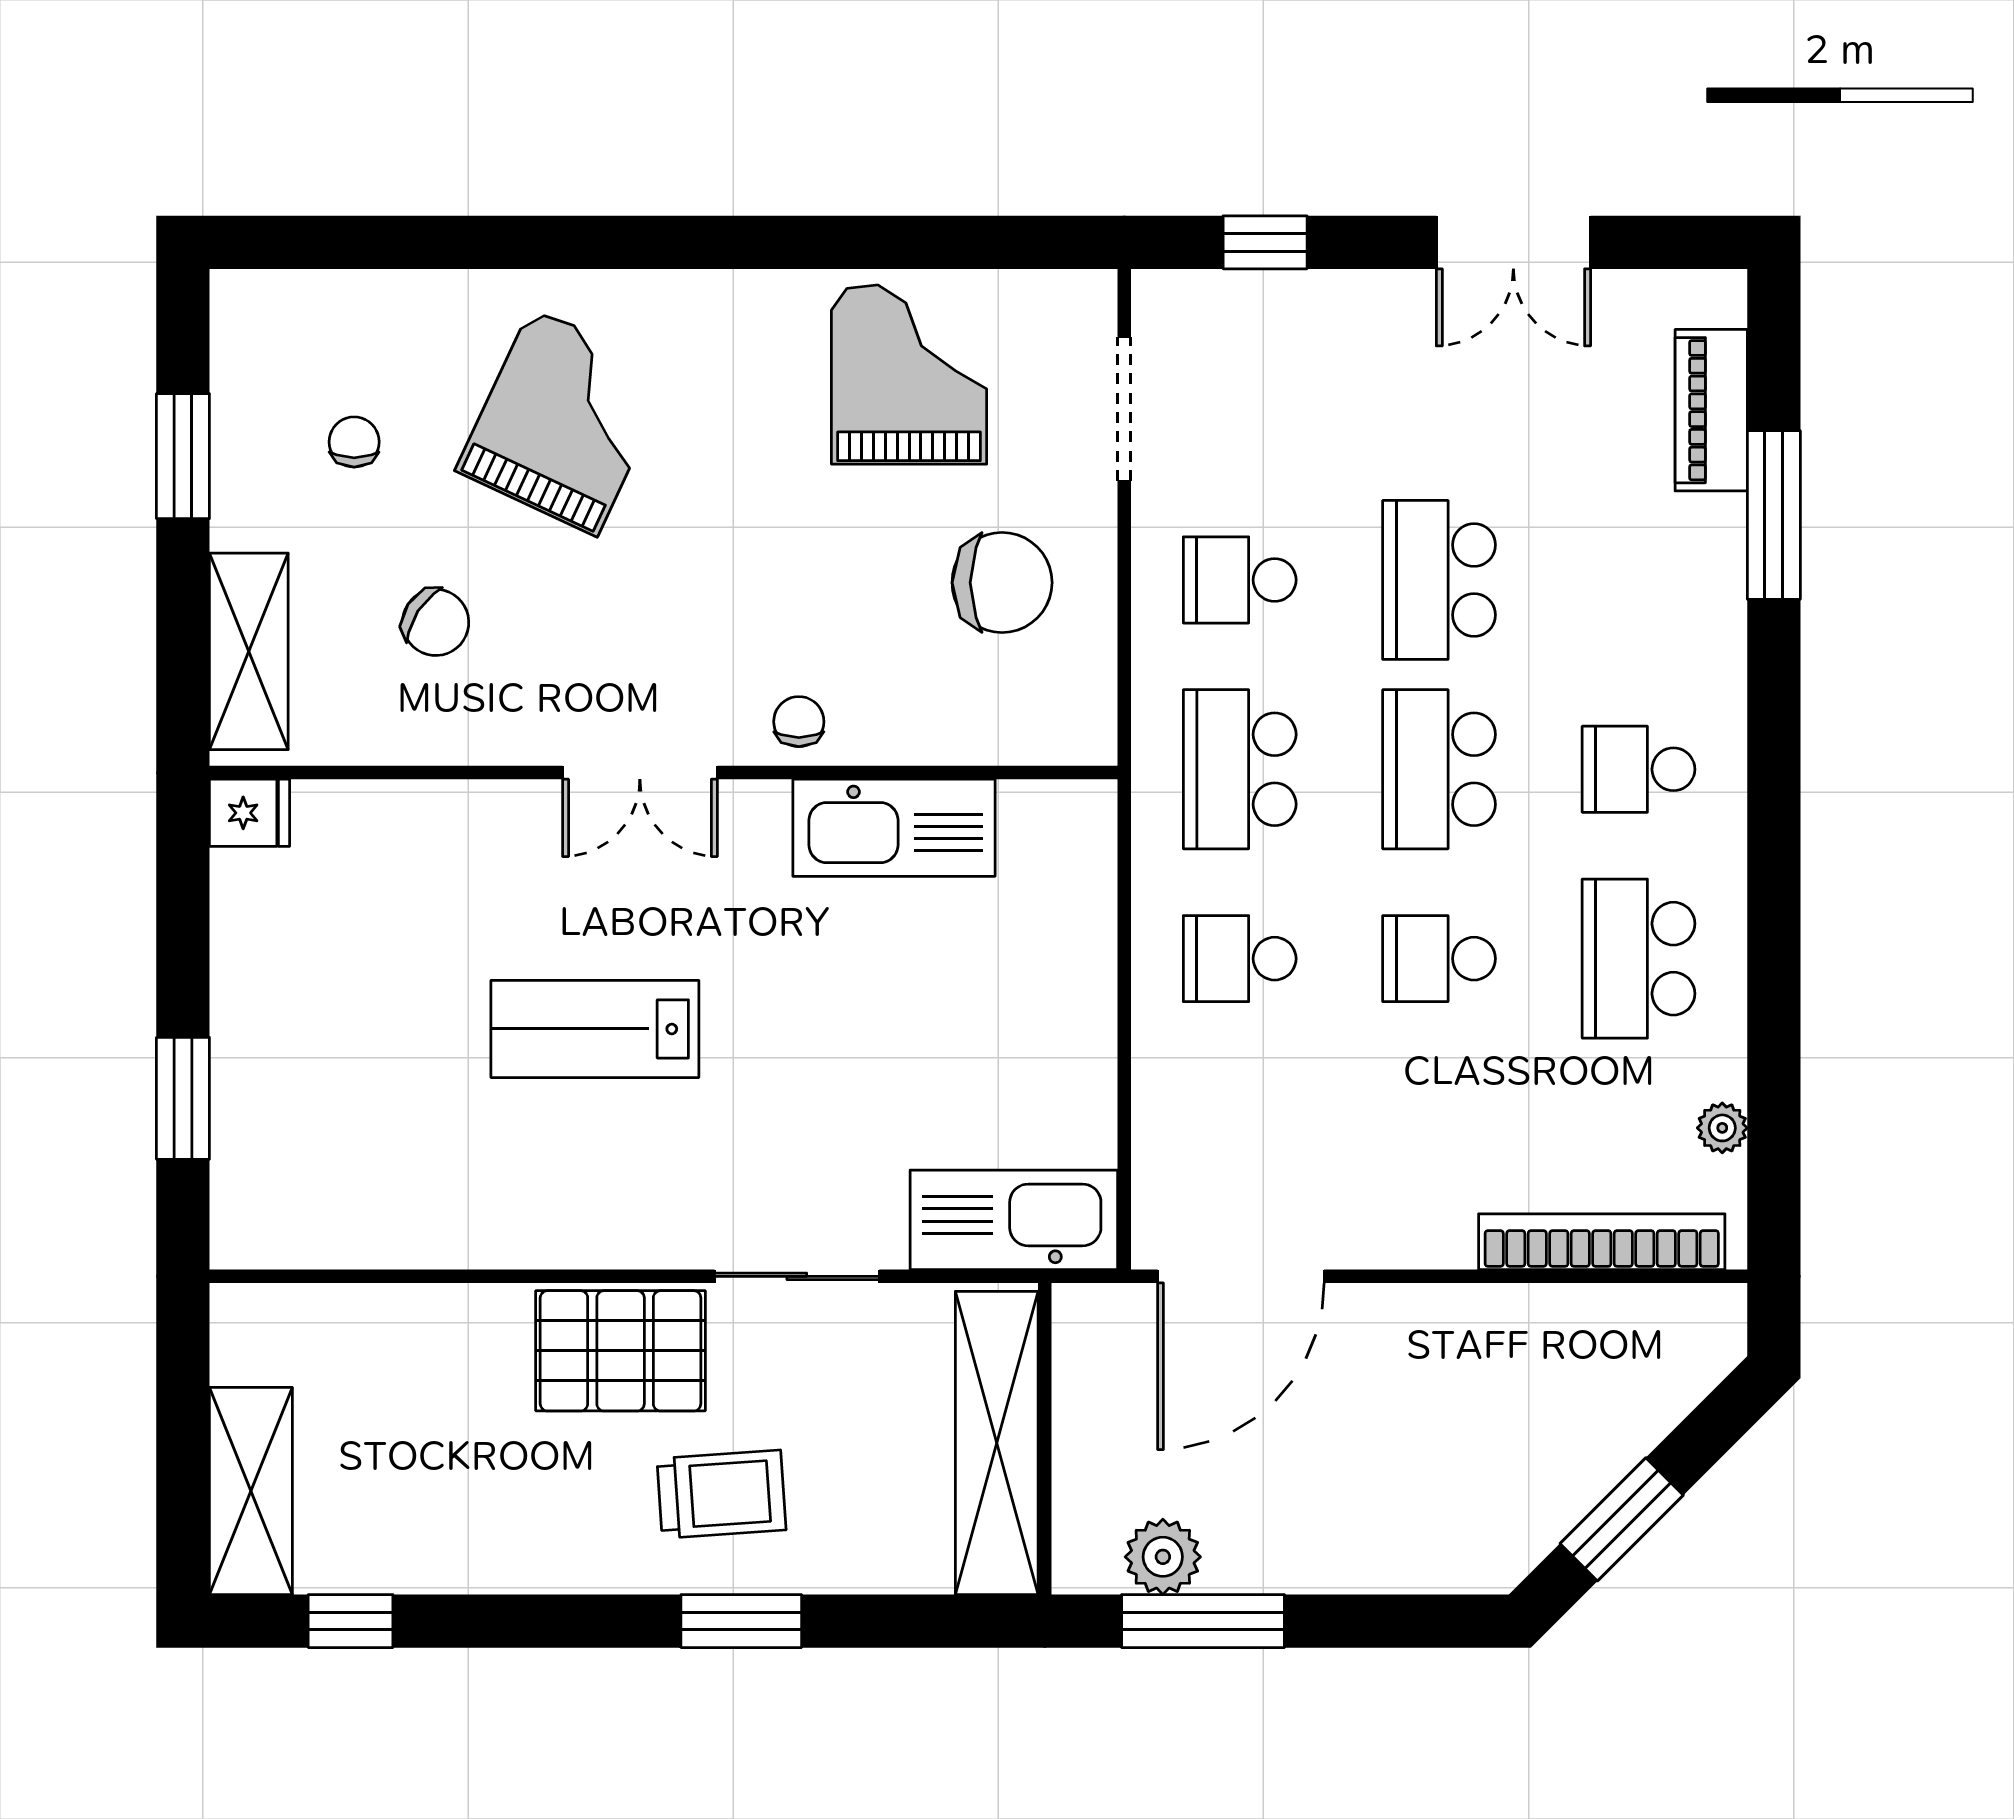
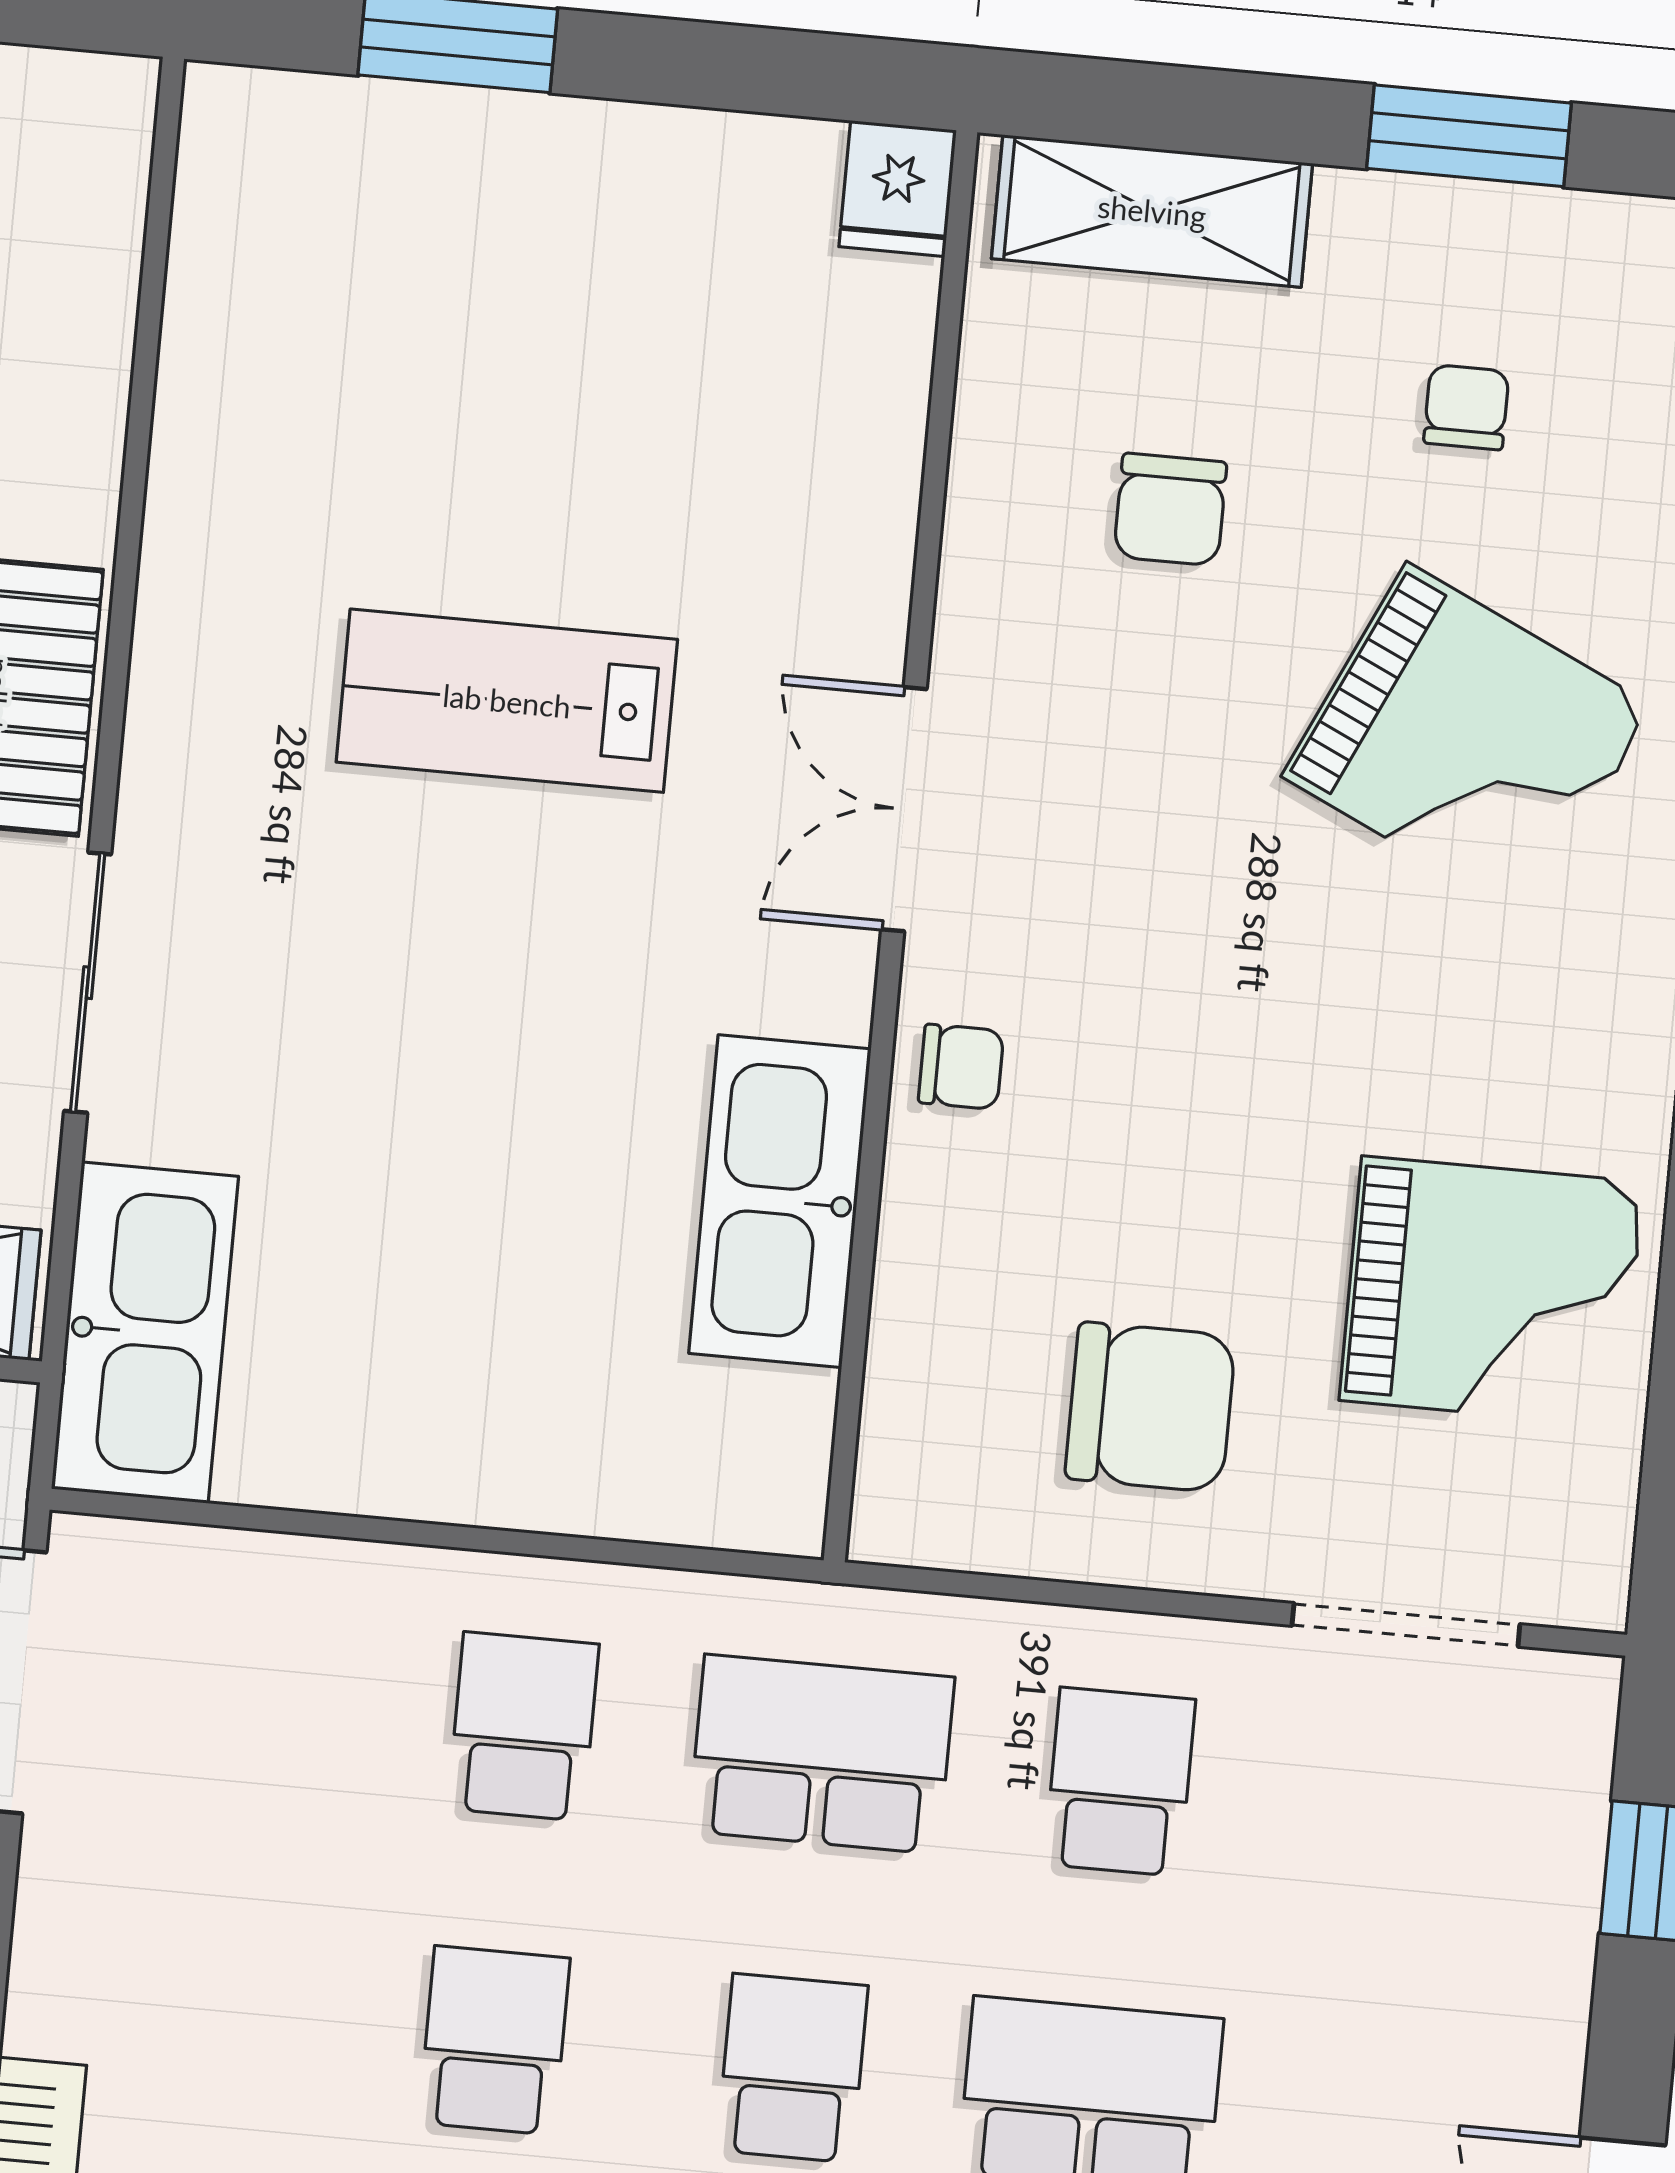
chair: (354, 442) -> (1466, 407), turned -90
chair: (1002, 583) -> (1150, 1407), turned -90
chair: (436, 622) -> (1170, 509), turned -33
school desk: (1439, 769) -> (792, 2068), width x0.54
lab bench: (595, 1029) -> (507, 701), turned -90

